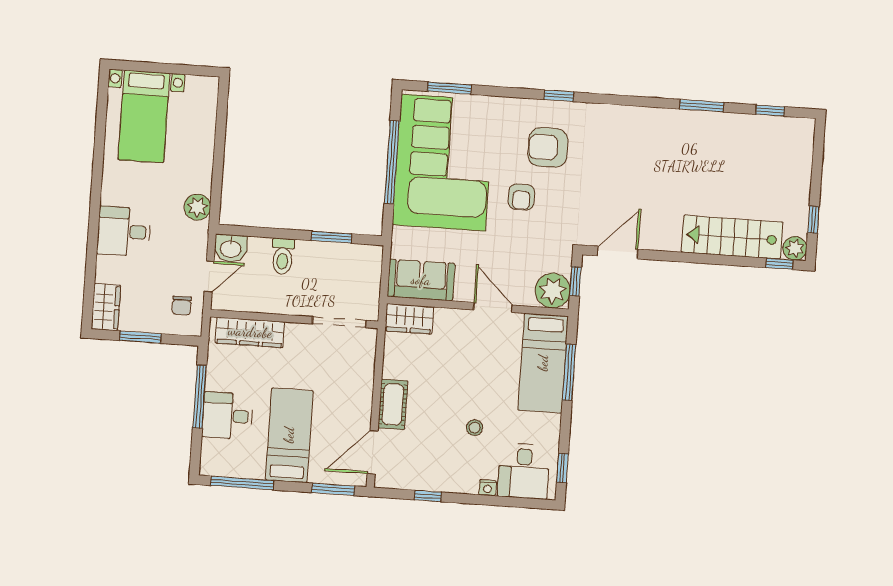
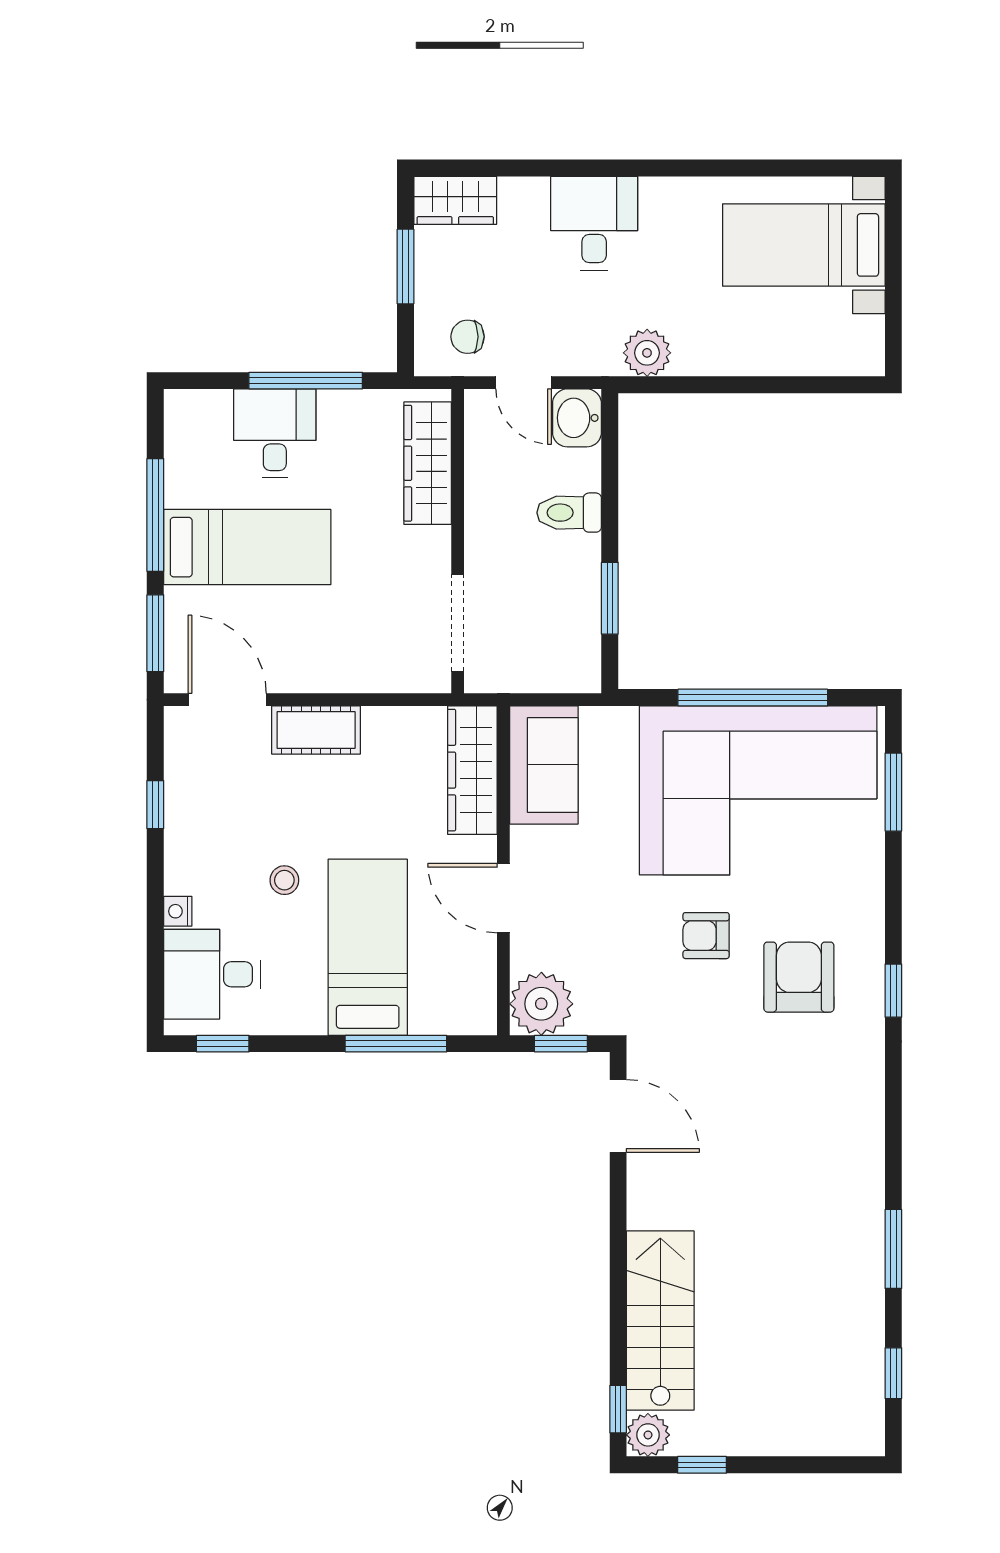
door: (493, 307) -> (503, 898), swing flipped
wardrobe: (409, 319) -> (472, 770), width x1.50
bed: (543, 363) -> (368, 947), moved, turned 90
window: (242, 483) -> (155, 515), moved

